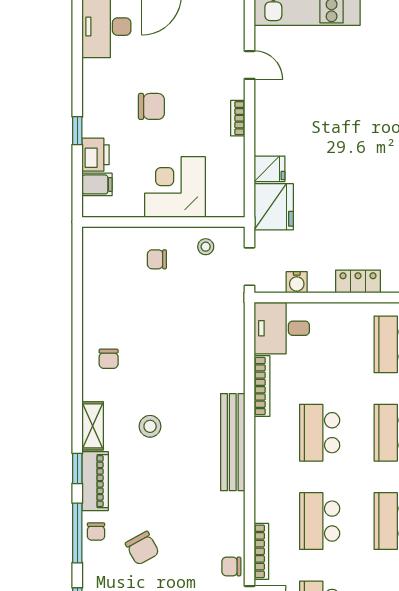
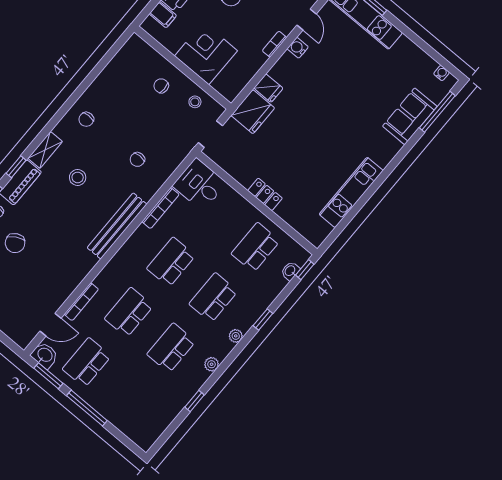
water cooler: (297, 282) -> (298, 48), moved, turned 90
chair: (231, 567) -> (137, 159), moved, turned -90

